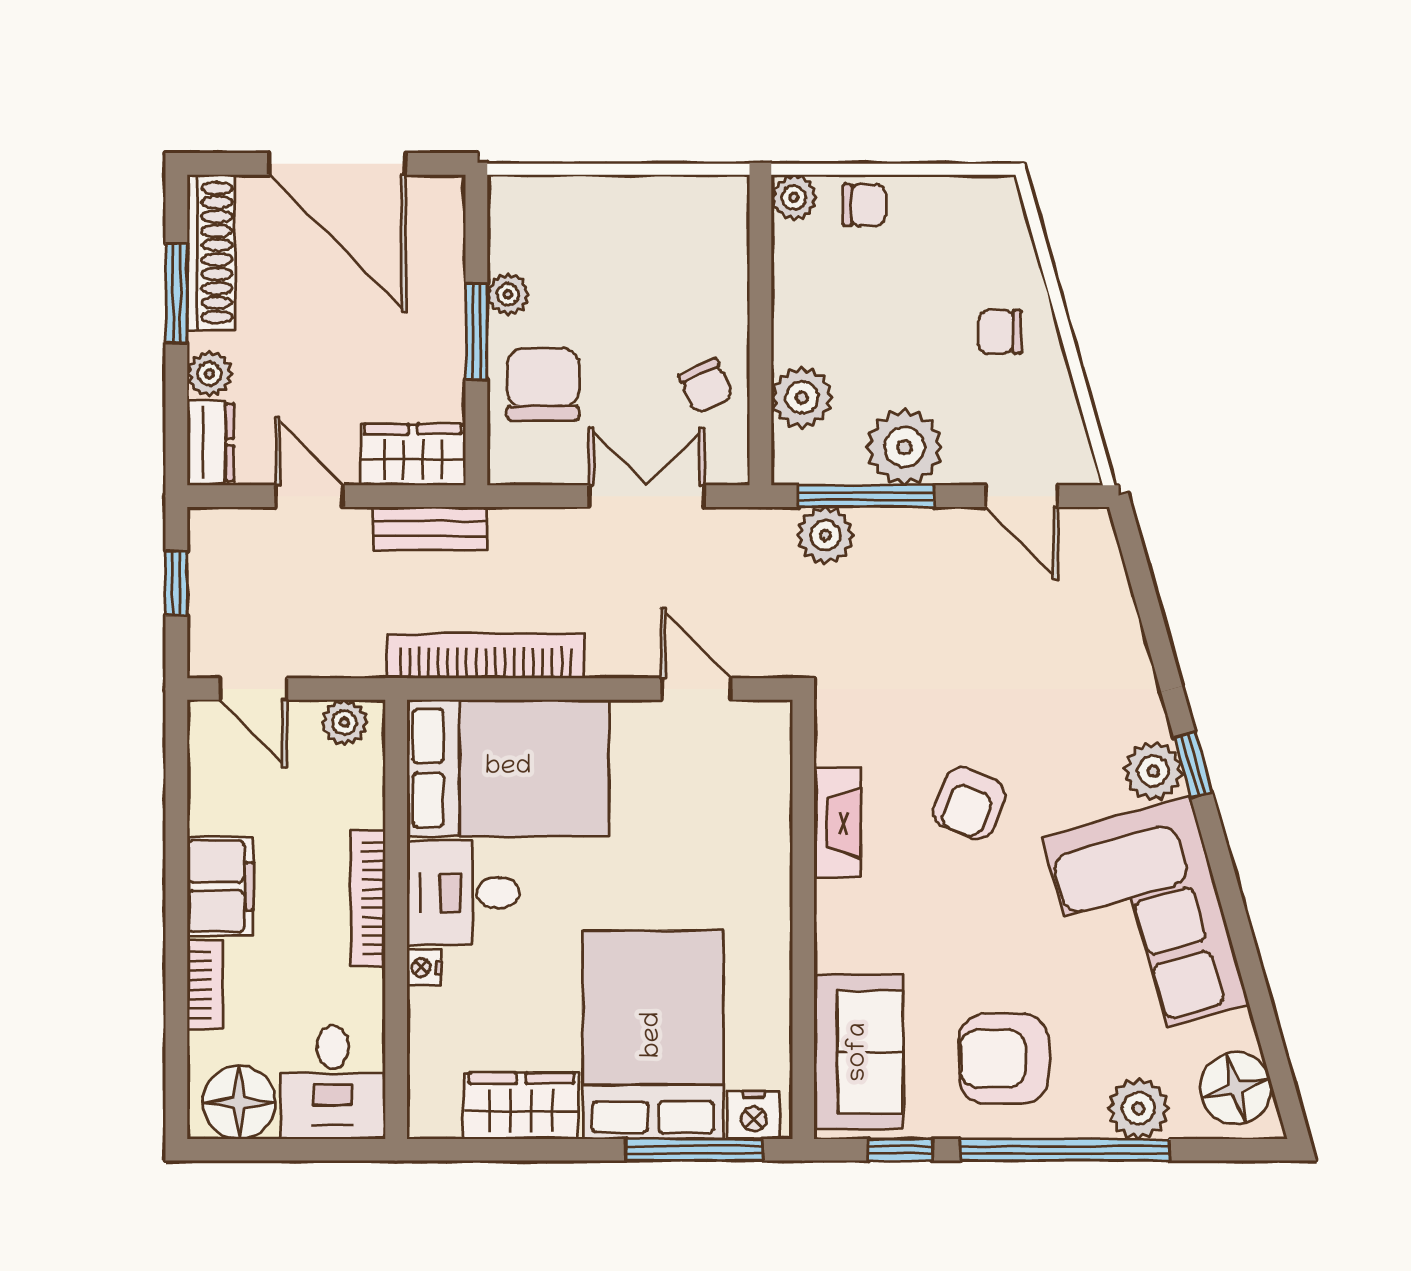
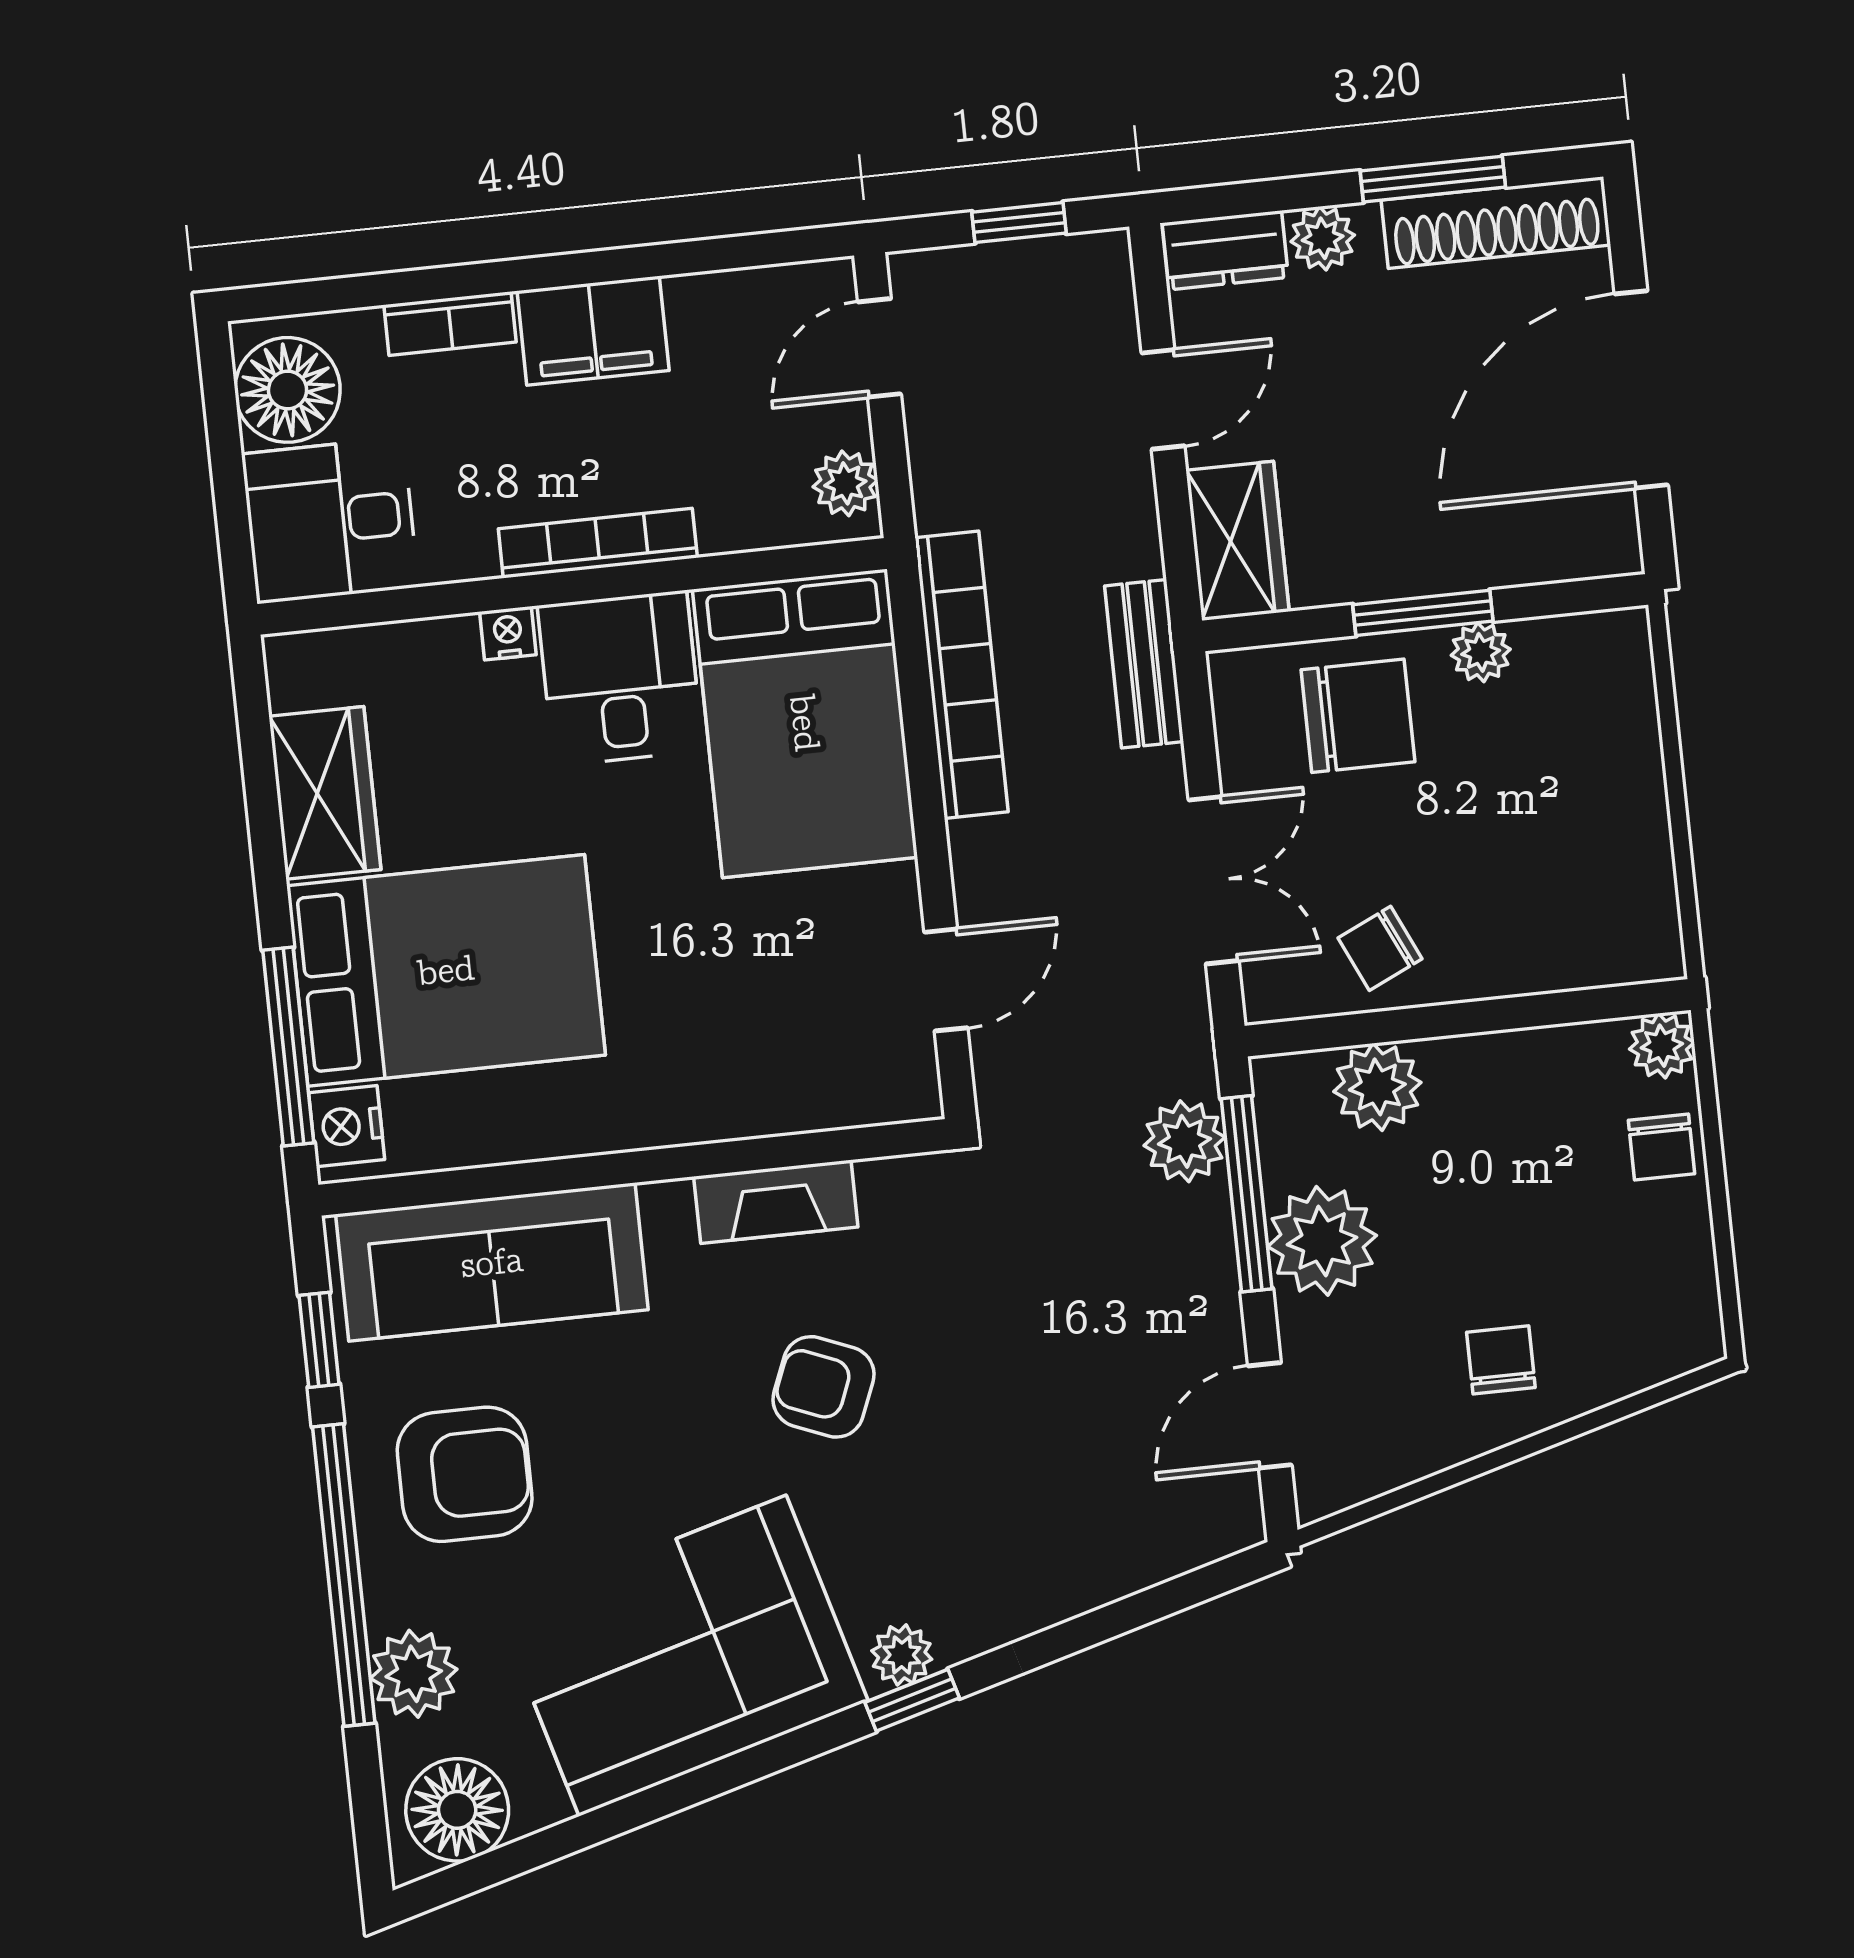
bench: (430, 529) -> (1144, 664), moved
plant: (1153, 771) -> (902, 1655), width x0.73, depth x0.73
sofa: (859, 1052) -> (492, 1262), width x1.36
armchair: (1004, 1059) -> (465, 1474), turned 90

